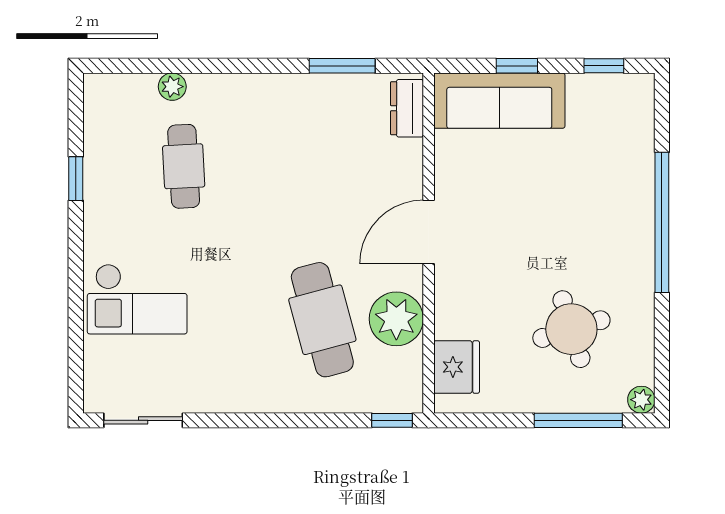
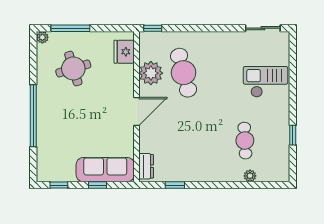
window: (342, 66) -> (175, 185), width x0.67

